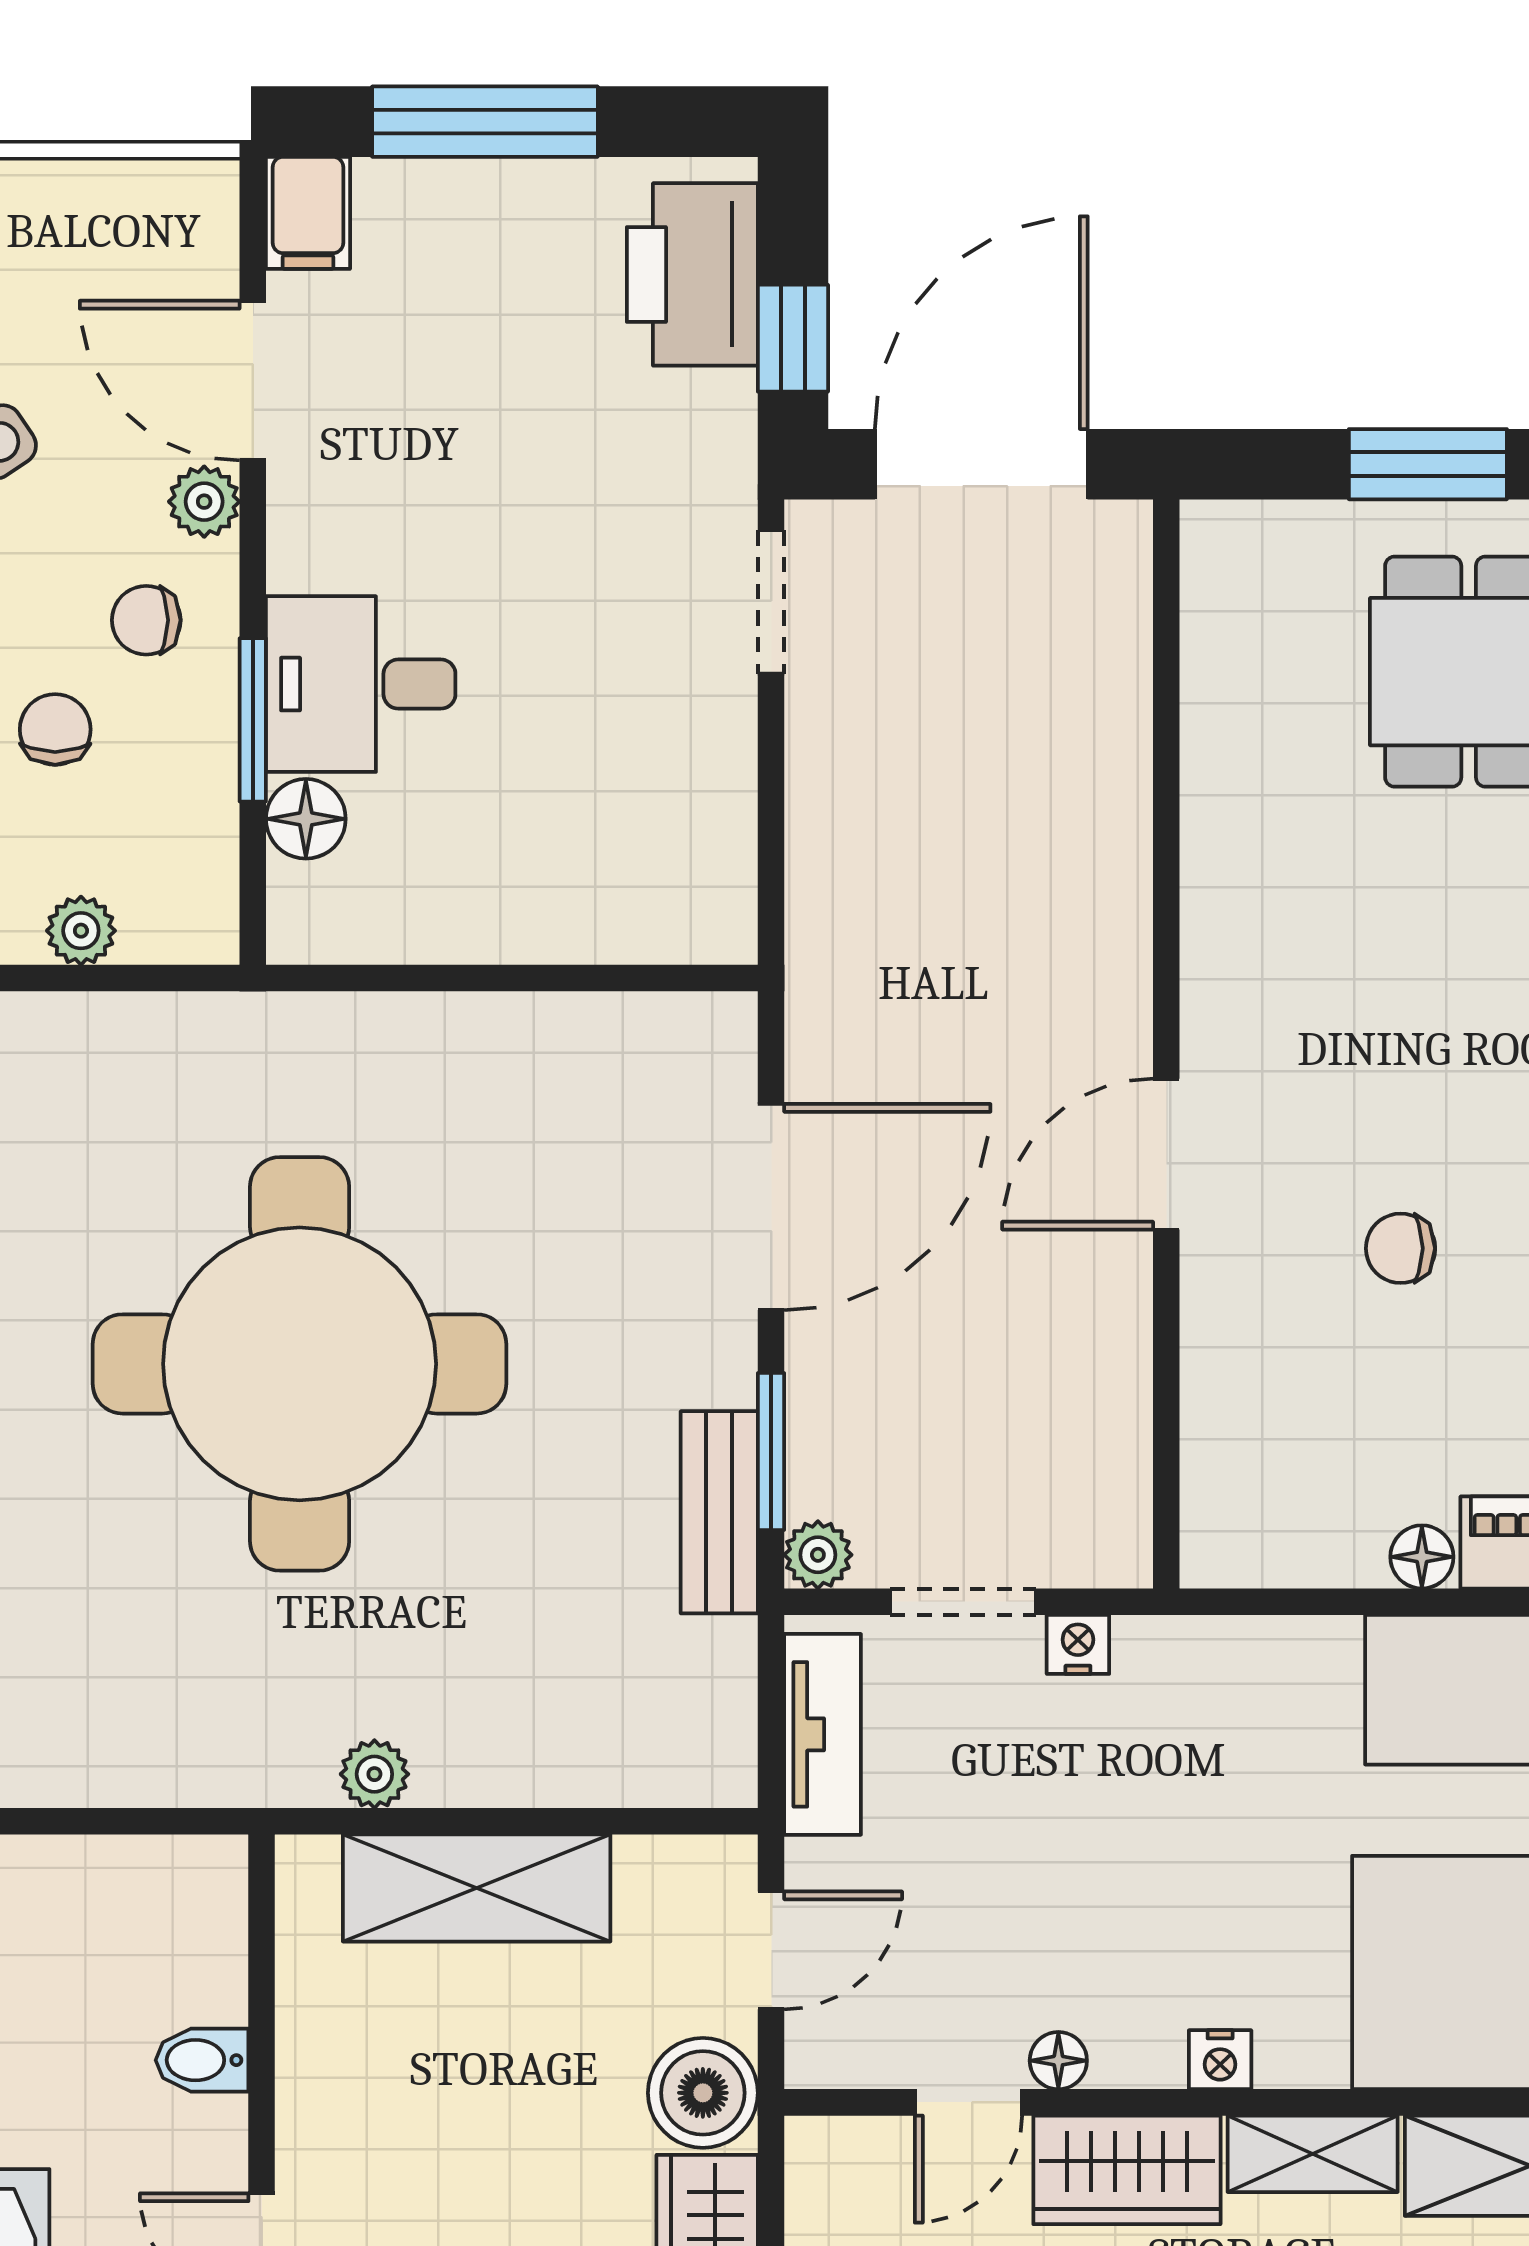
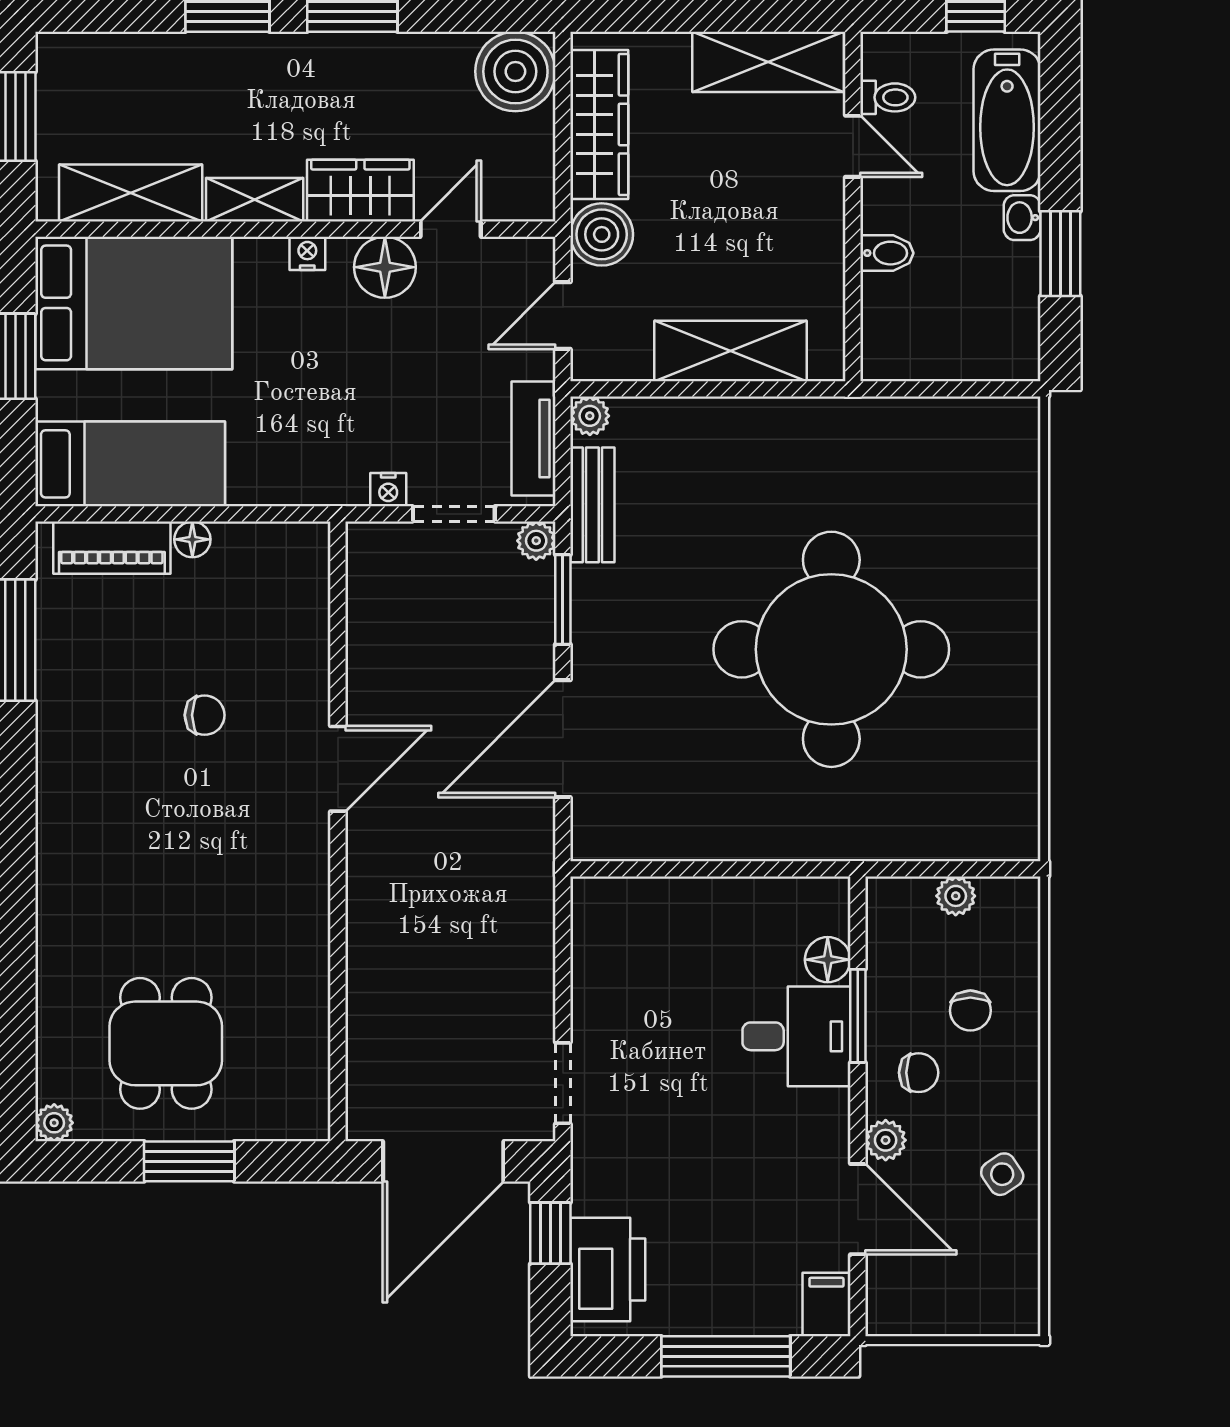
bench: (719, 1512) -> (592, 505), moved
plant: (374, 1774) -> (590, 416), moved
floor lamp: (1058, 2061) -> (385, 267), width x1.89, depth x1.89

